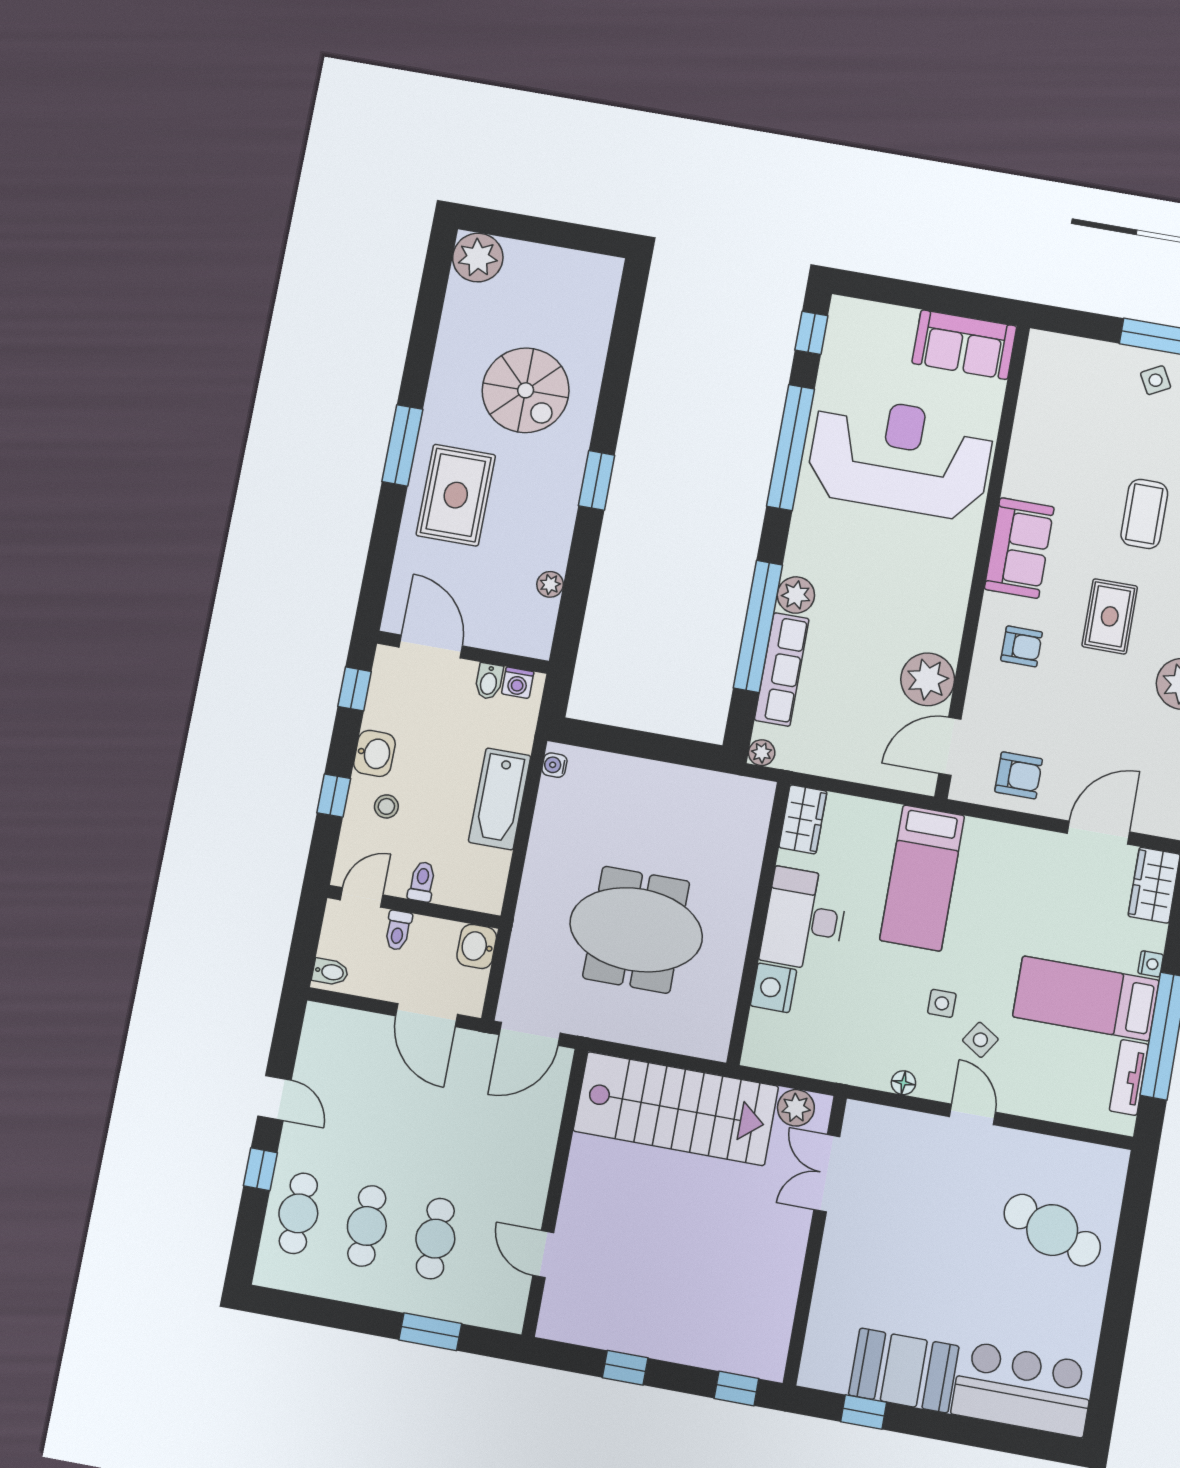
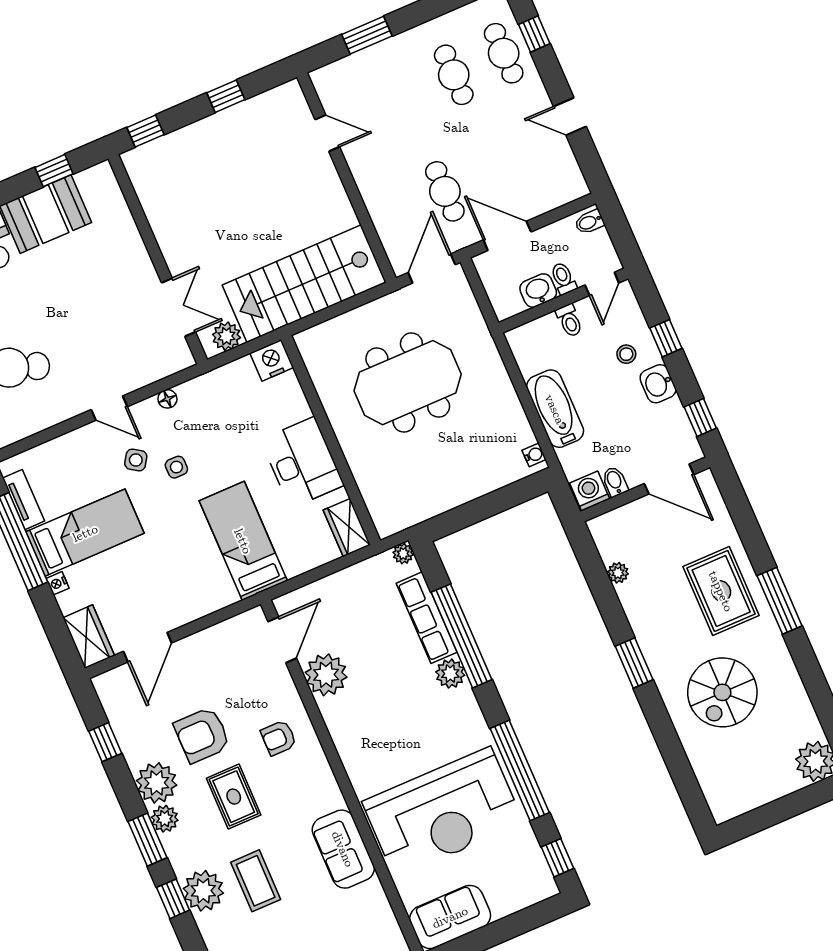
spiral stairs: (526, 390) -> (722, 692), turned -90
sofa: (1019, 548) -> (343, 849), moved
washing machine: (518, 683) -> (590, 491), width x1.38, depth x1.38
armchair: (1019, 775) -> (202, 735), moved, width x1.38, depth x1.38
washbasin: (477, 946) -> (538, 291), moved, turned -90
nightstand: (773, 988) -> (272, 360), moved, turned -90
window: (260, 1169) -> (534, 34), moved
cafe table: (435, 1239) -> (445, 191), moved

